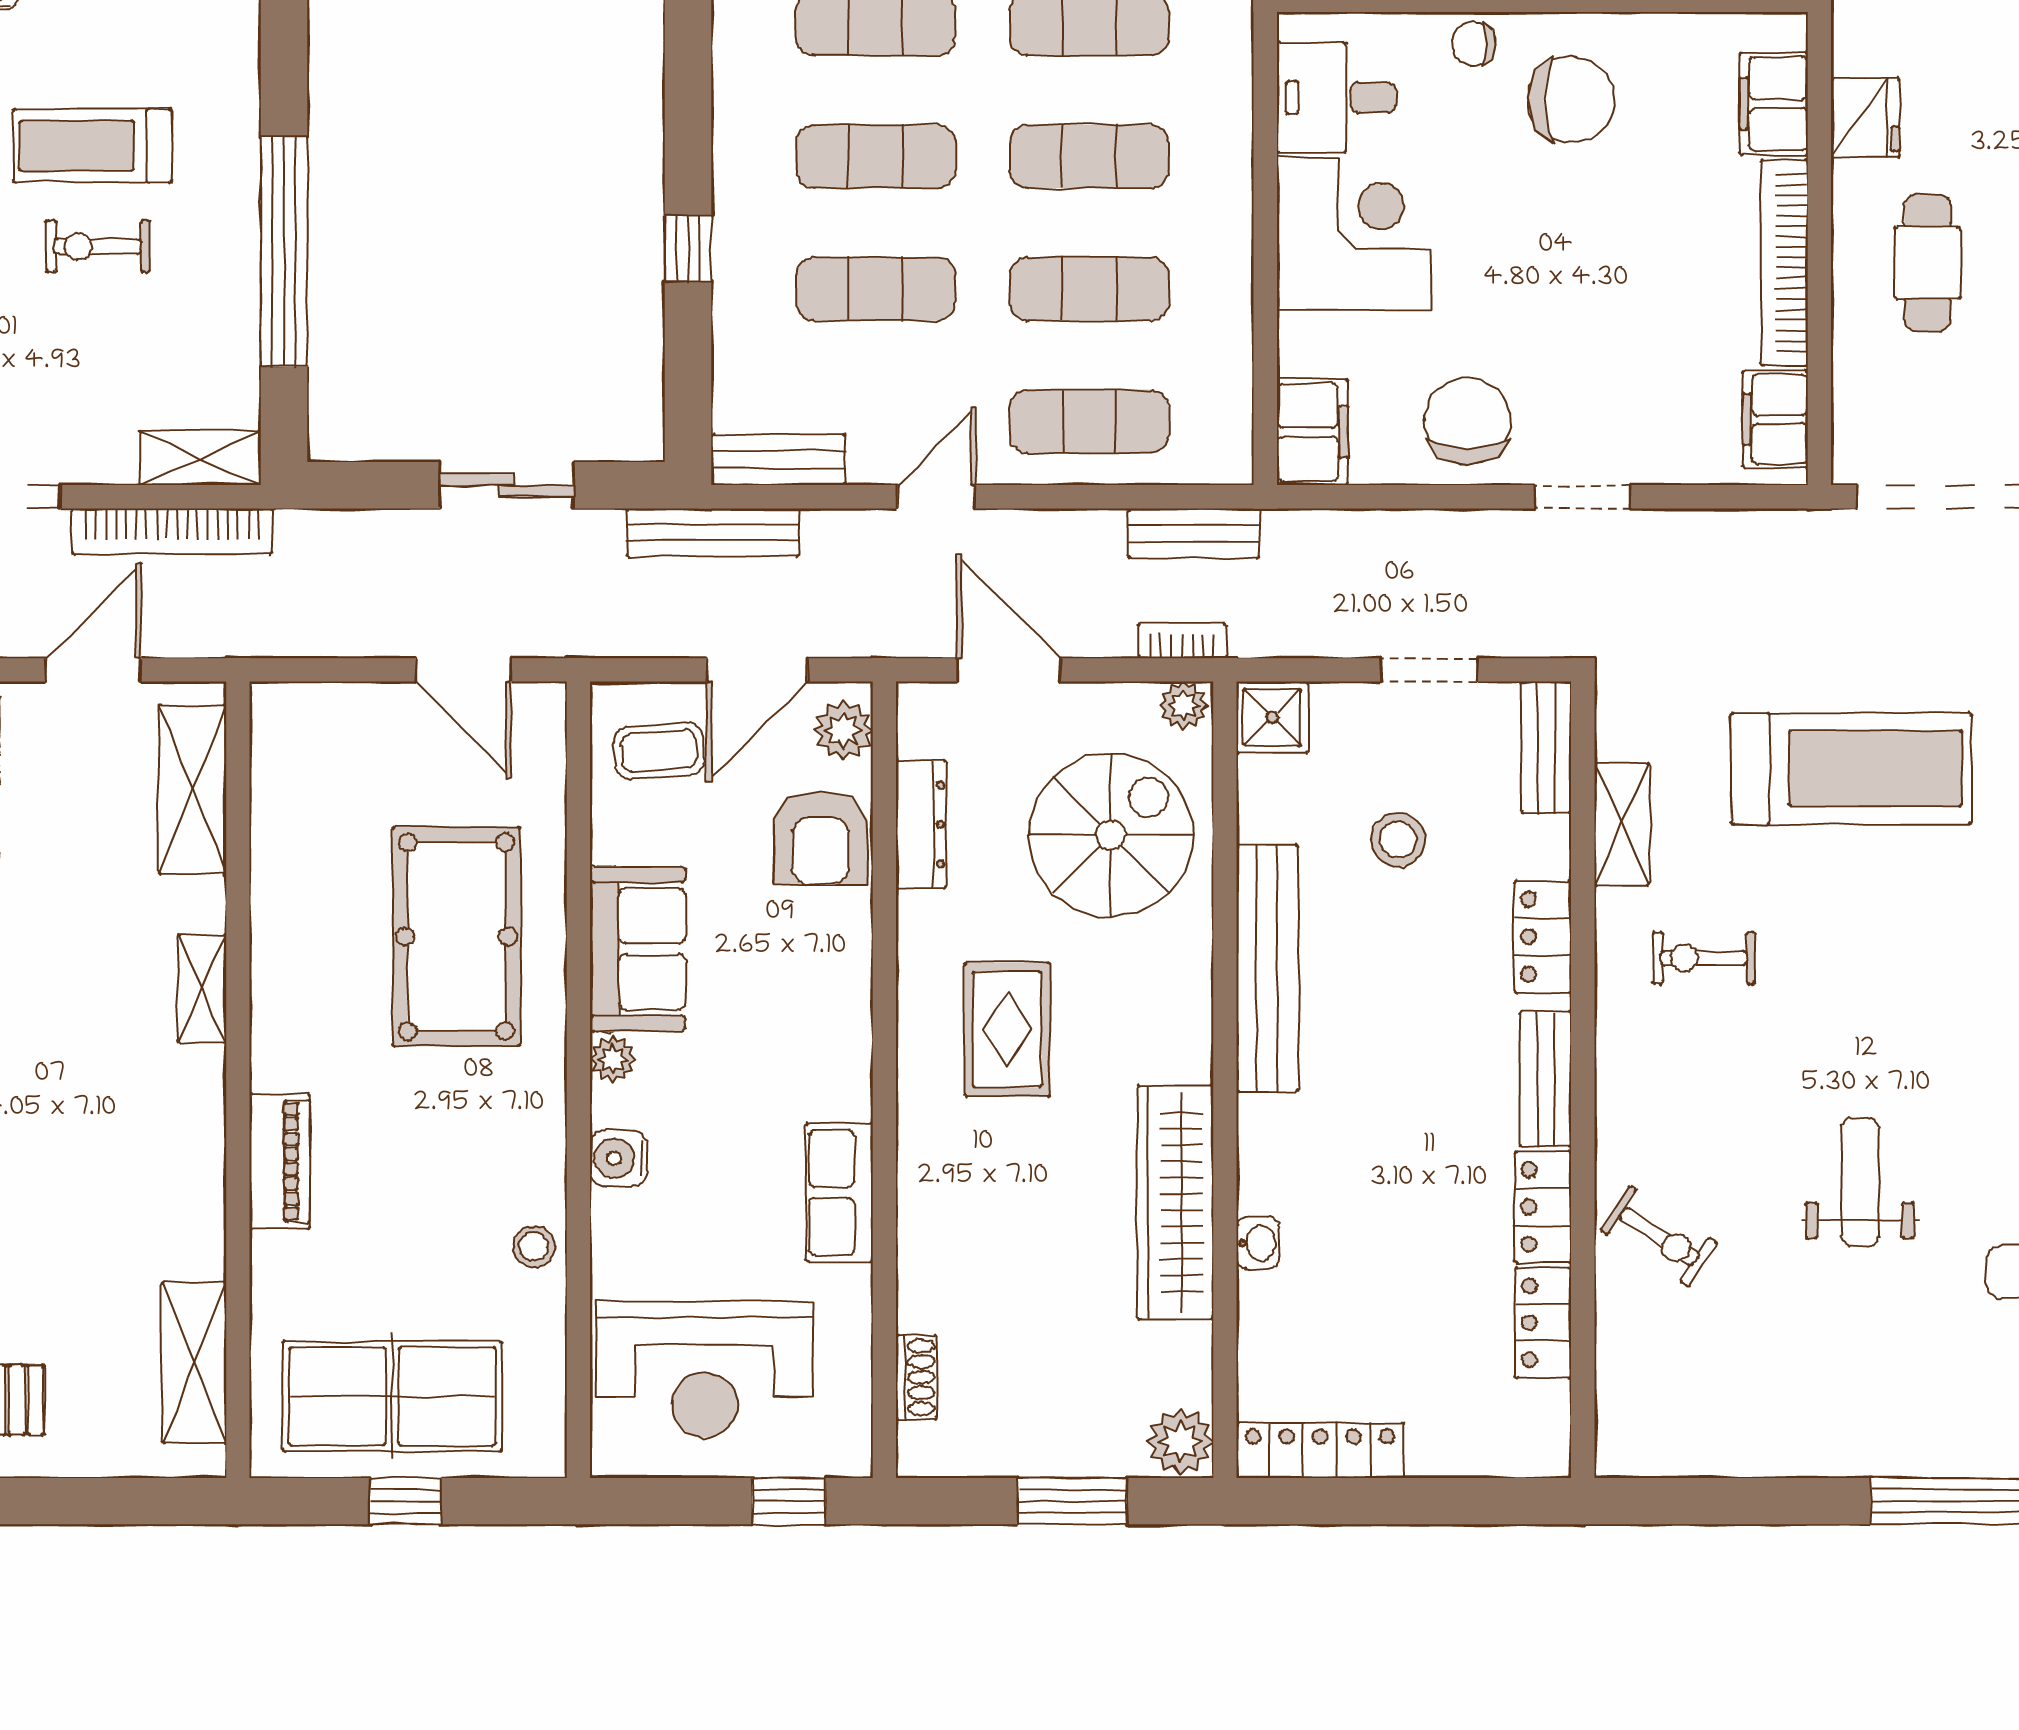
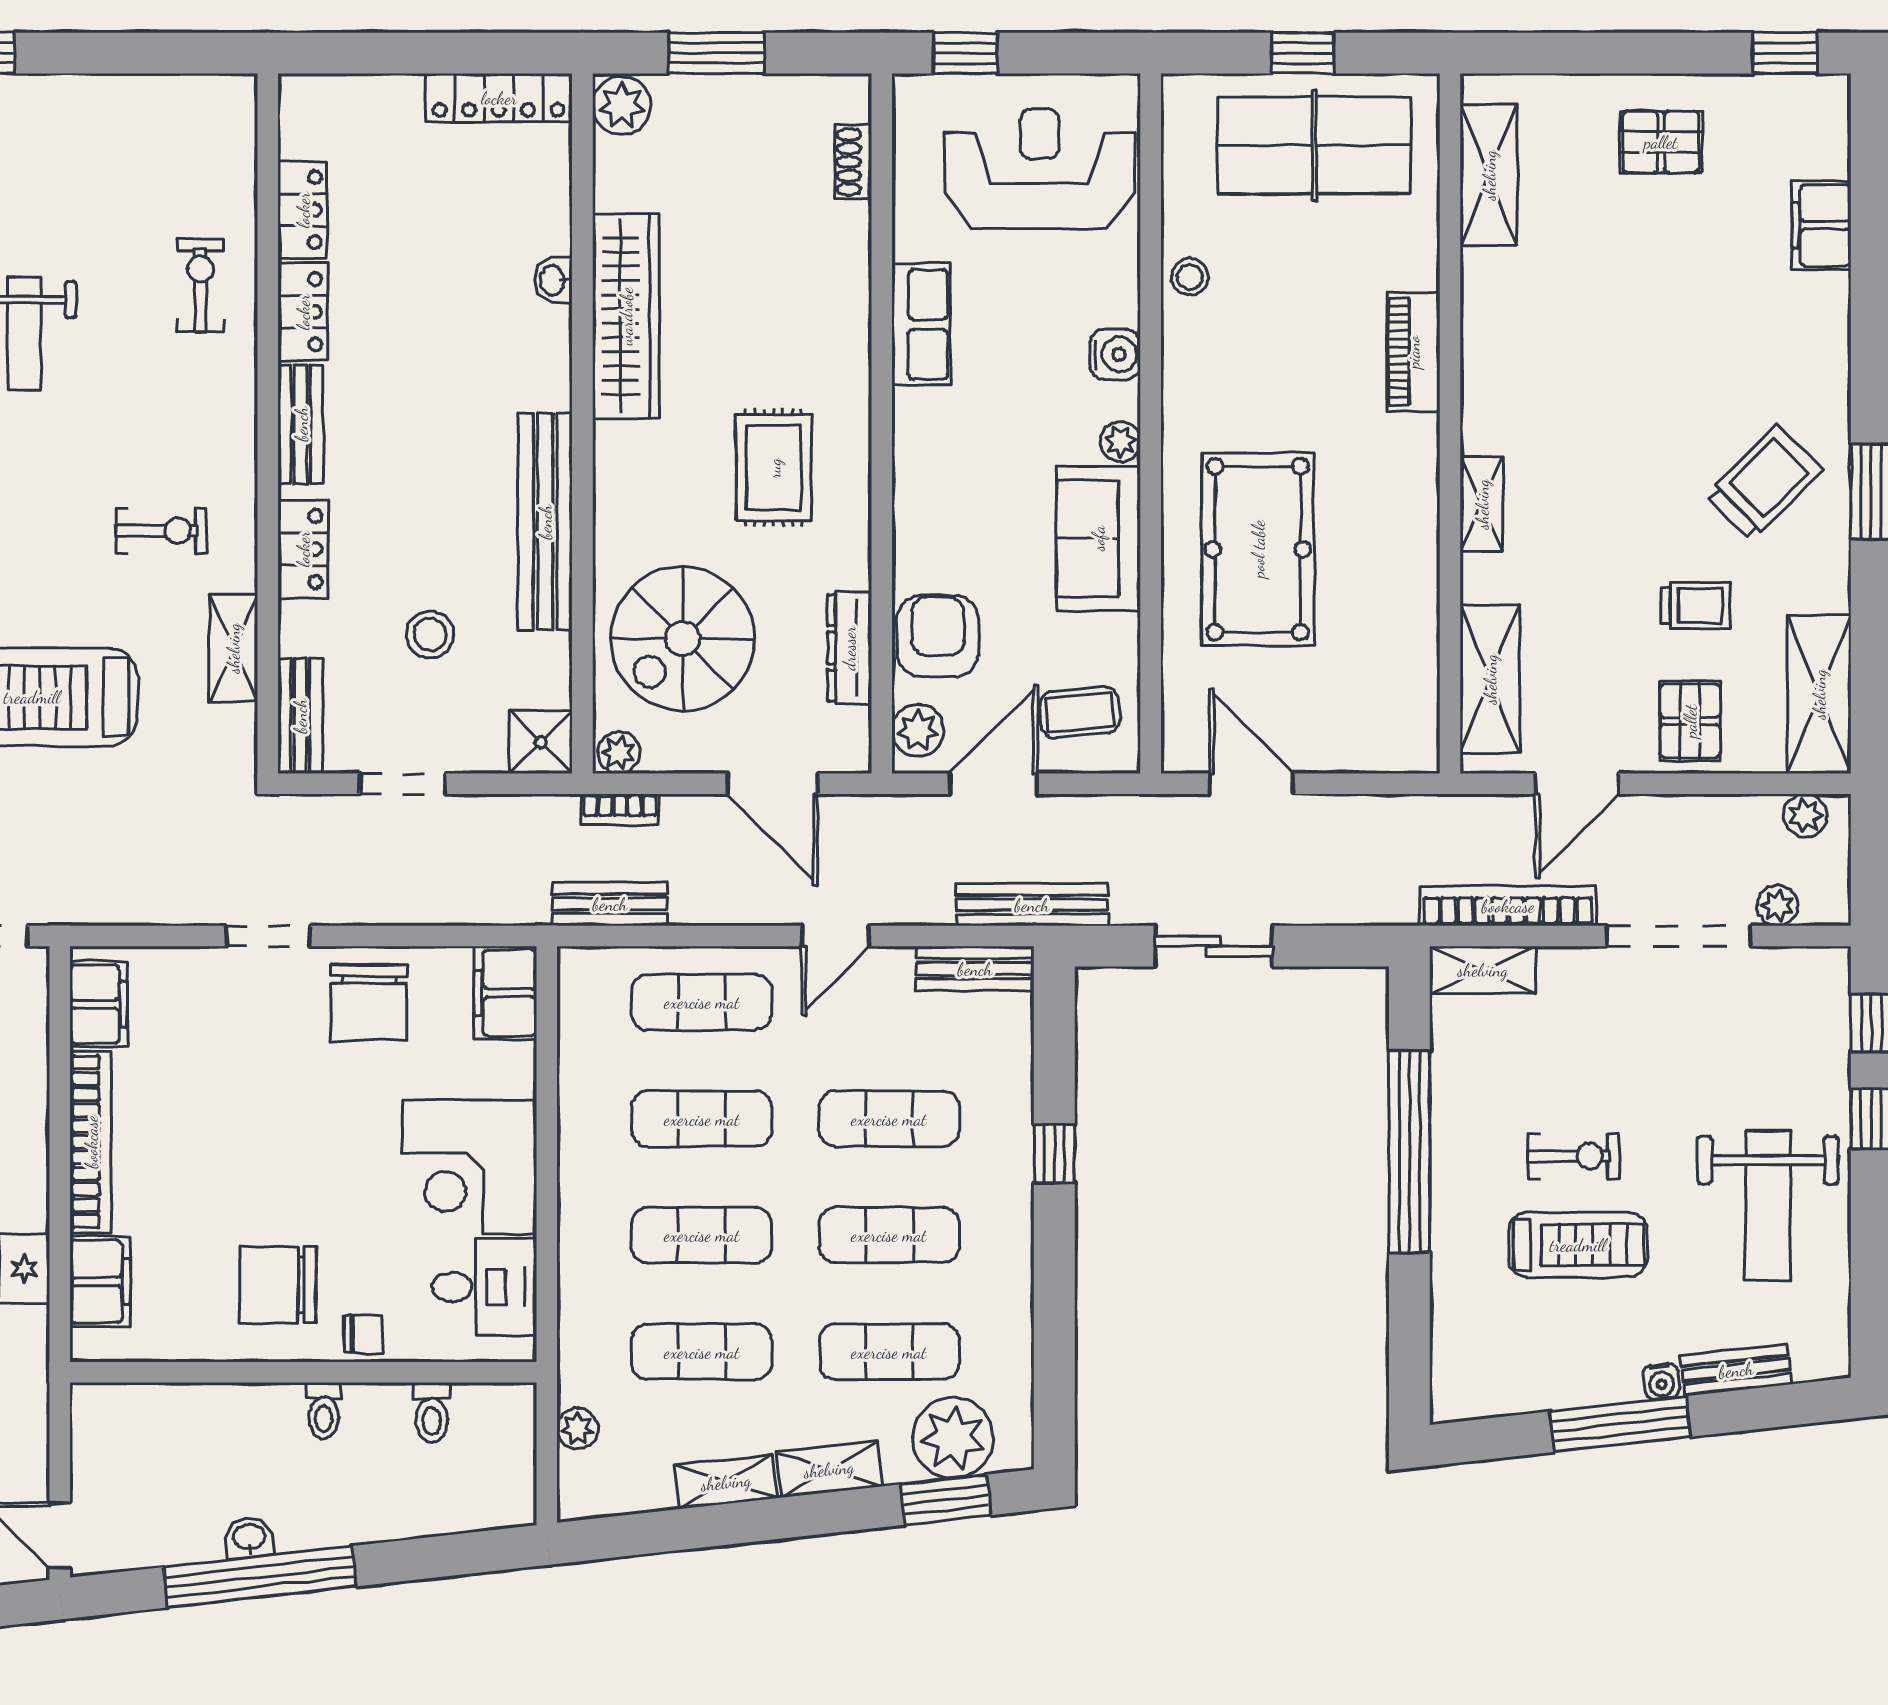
exercise bike: (1659, 1237) -> (201, 286), turned 57

